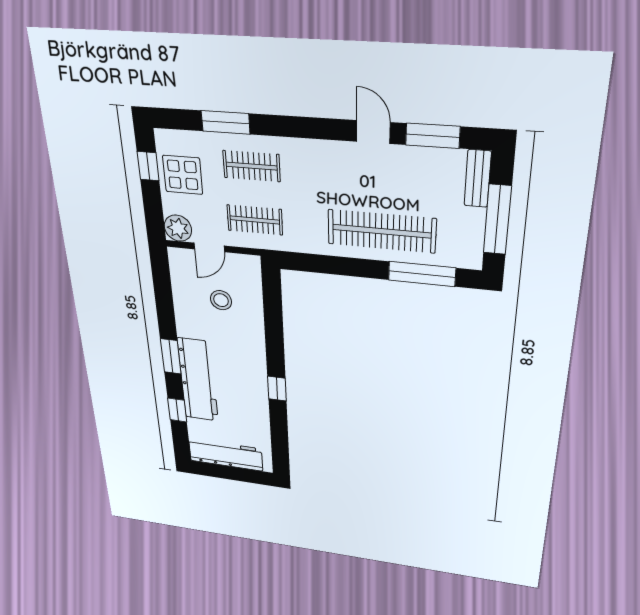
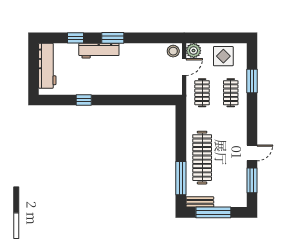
window: (148, 166) -> (227, 38), removed
bench: (478, 179) -> (200, 202), moved
door: (209, 247) -> (184, 67), swing flipped
stool: (221, 300) -> (173, 51), moved
workbench: (198, 380) -> (99, 51), width x0.73, depth x0.76
window: (277, 389) -> (84, 100), moved

